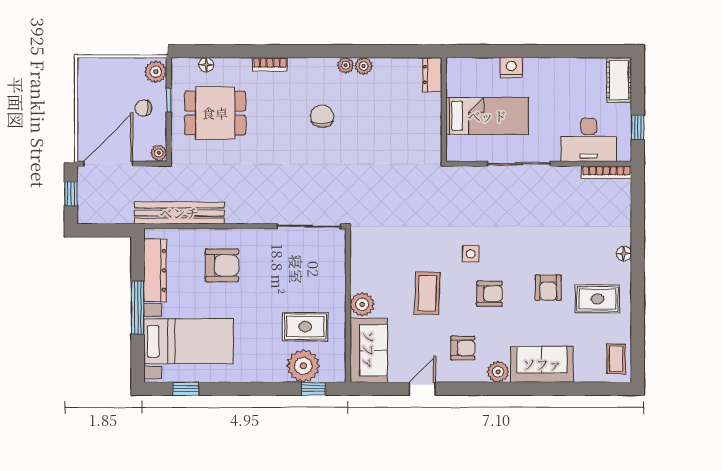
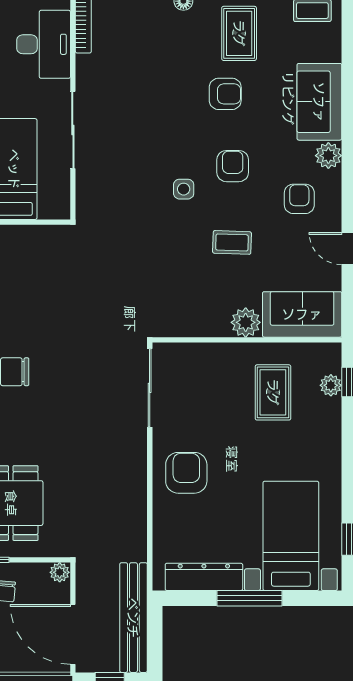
bench: (179, 213) -> (133, 618), moved
armchair: (222, 265) -> (186, 473), moved
coffee table: (427, 293) -> (232, 242), width x0.73, depth x0.77
plant: (303, 366) -> (331, 385), width x0.53, depth x0.53

